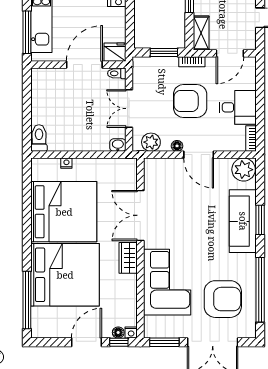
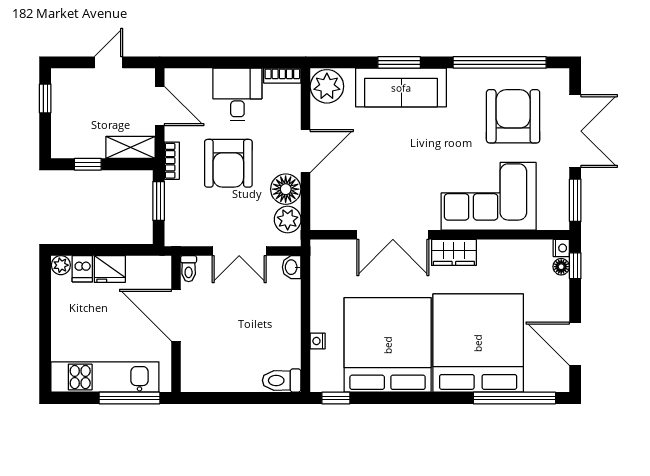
fridge: (115, 52) -> (110, 269), moved, turned -90
floor lamp: (177, 146) -> (286, 189), width x1.89, depth x1.89
window: (27, 176) -> (336, 398), added
door: (87, 342) -> (575, 344), moved

